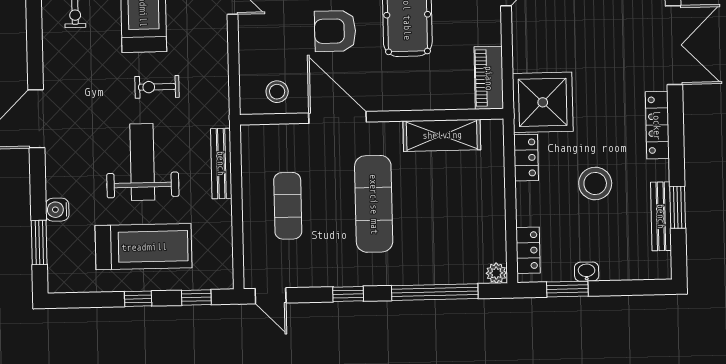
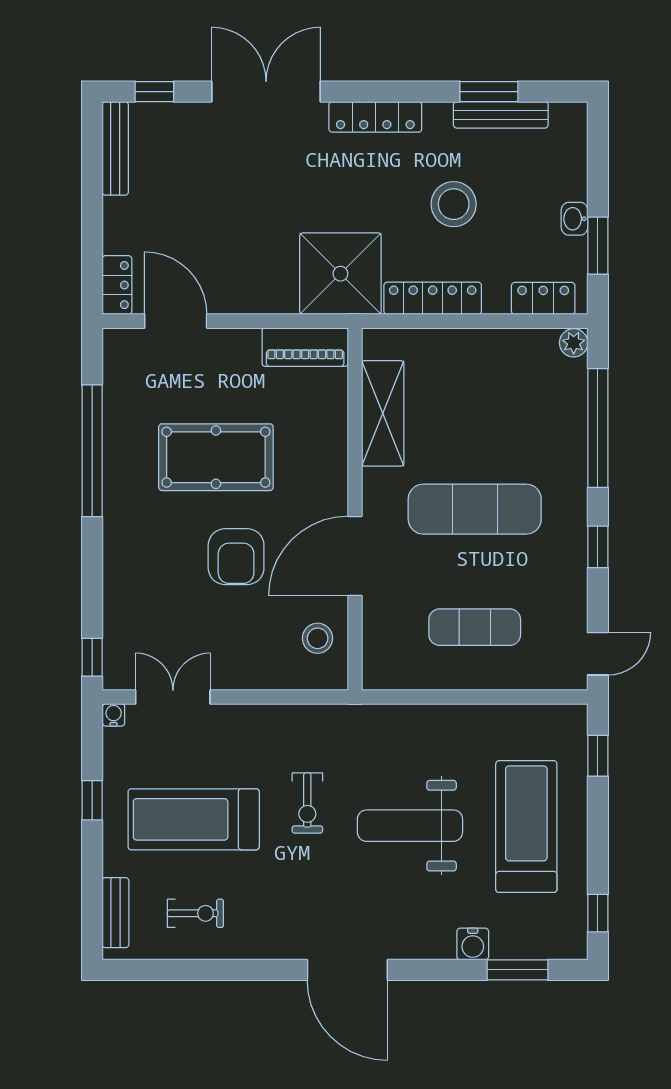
locker: (526, 158) -> (433, 298), width x1.53
bench: (221, 163) -> (415, 717), removed
window: (138, 299) -> (598, 913), moved

